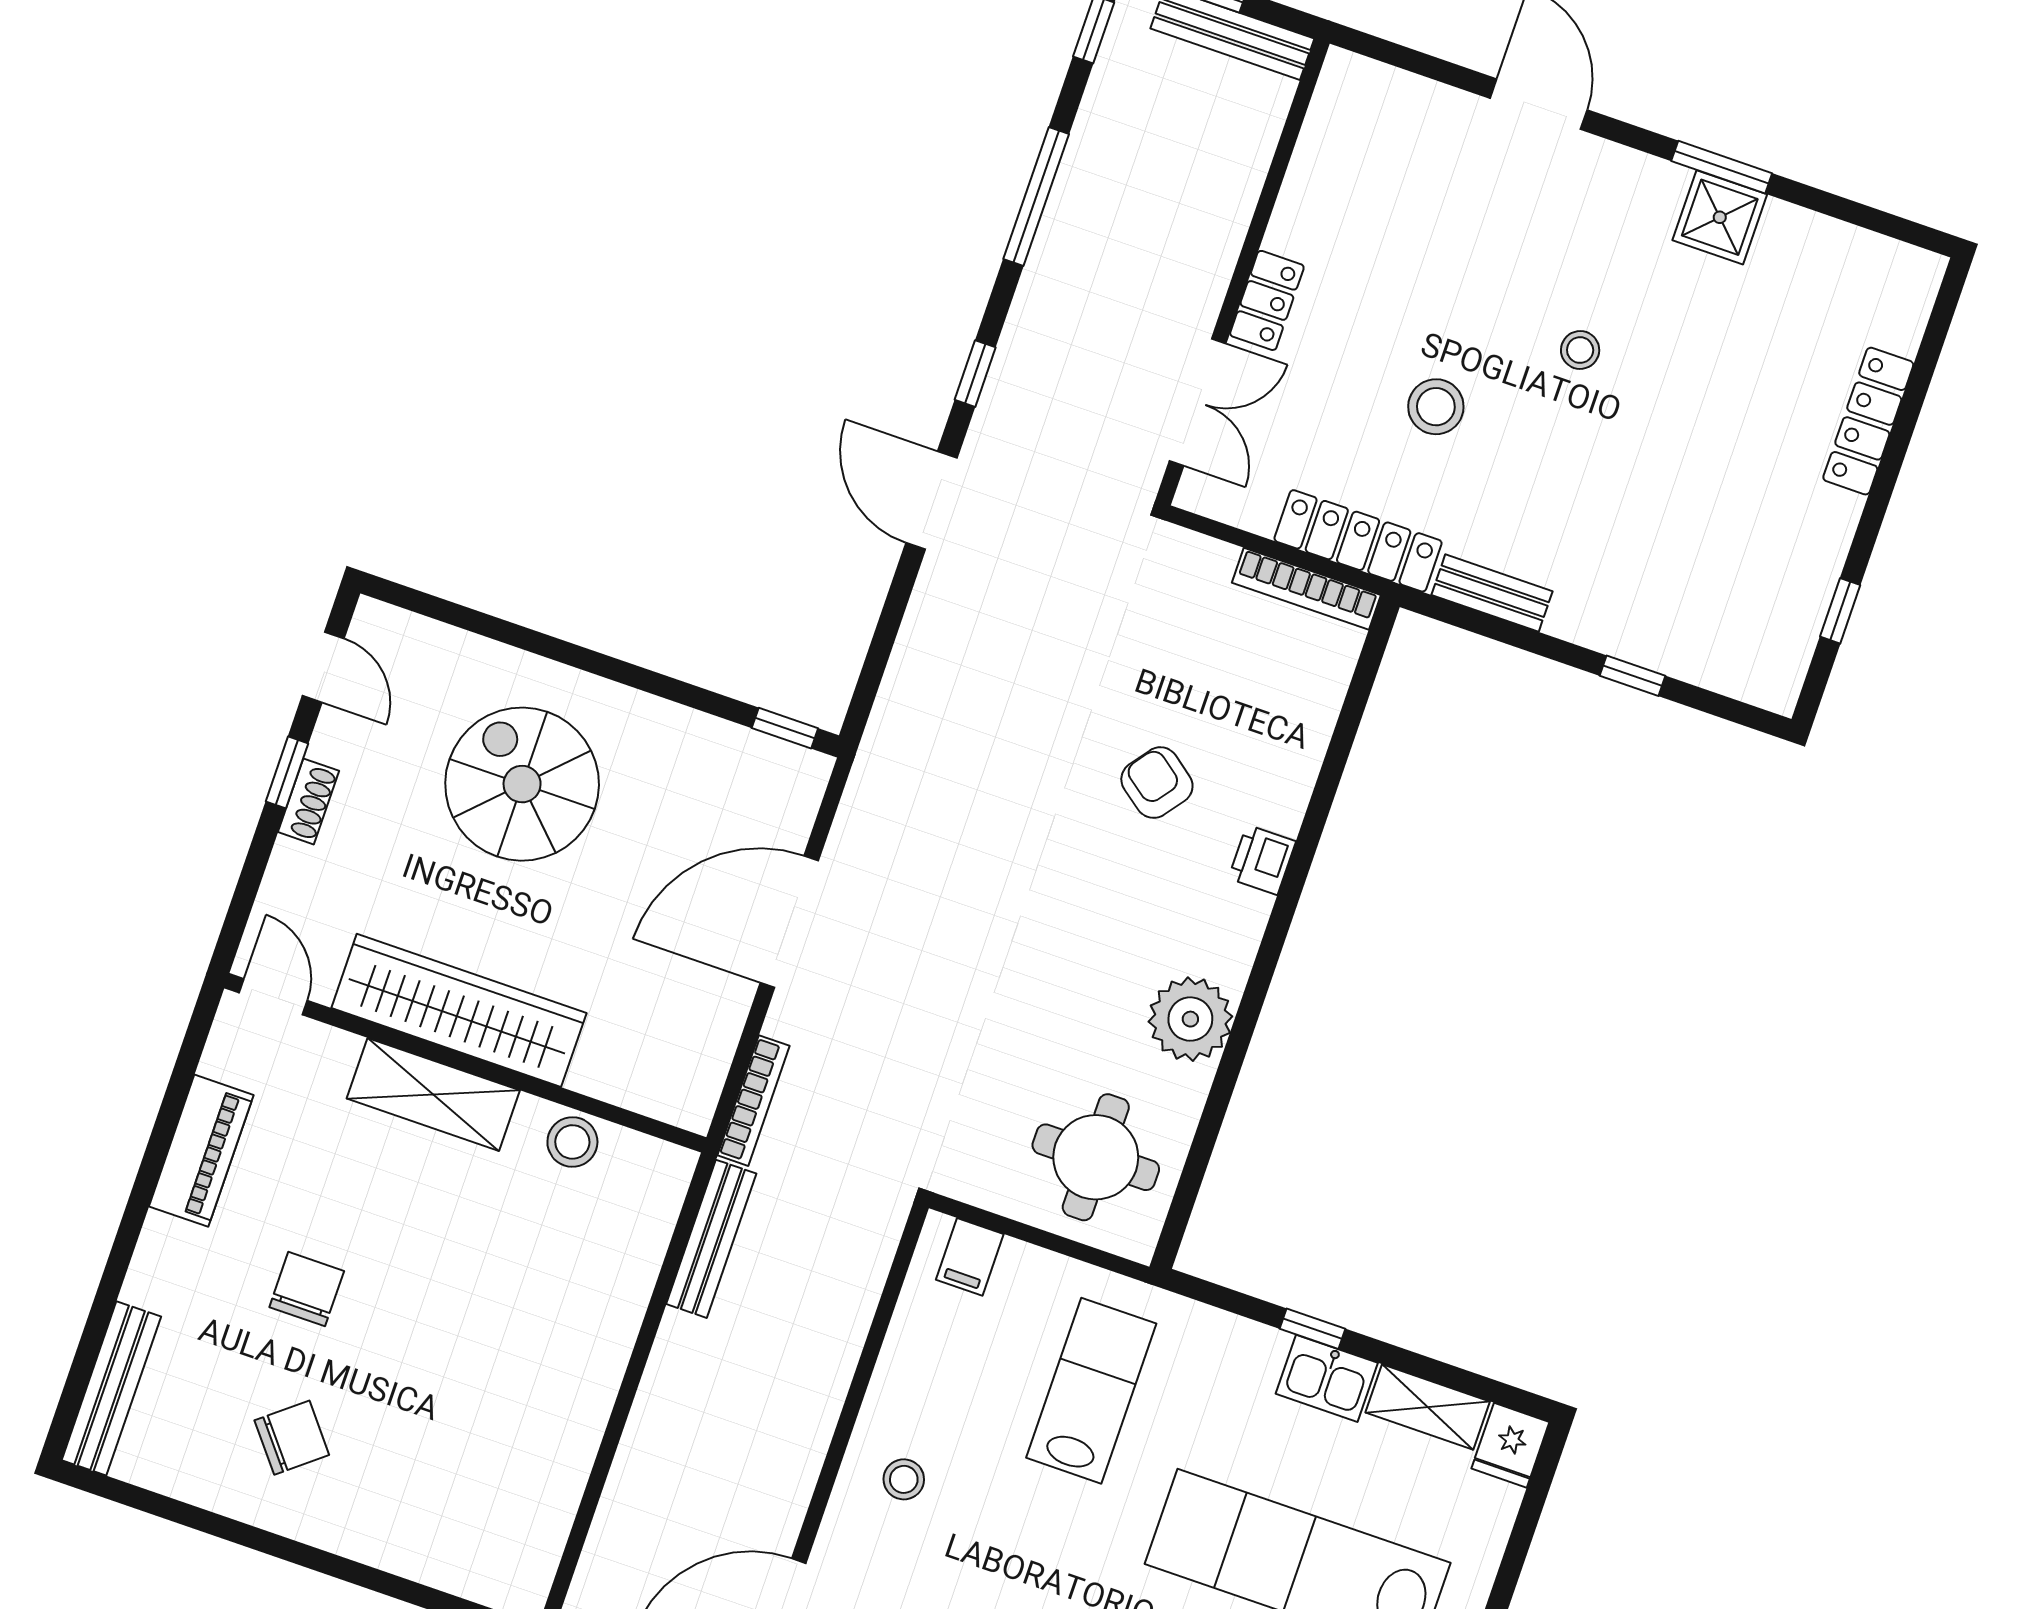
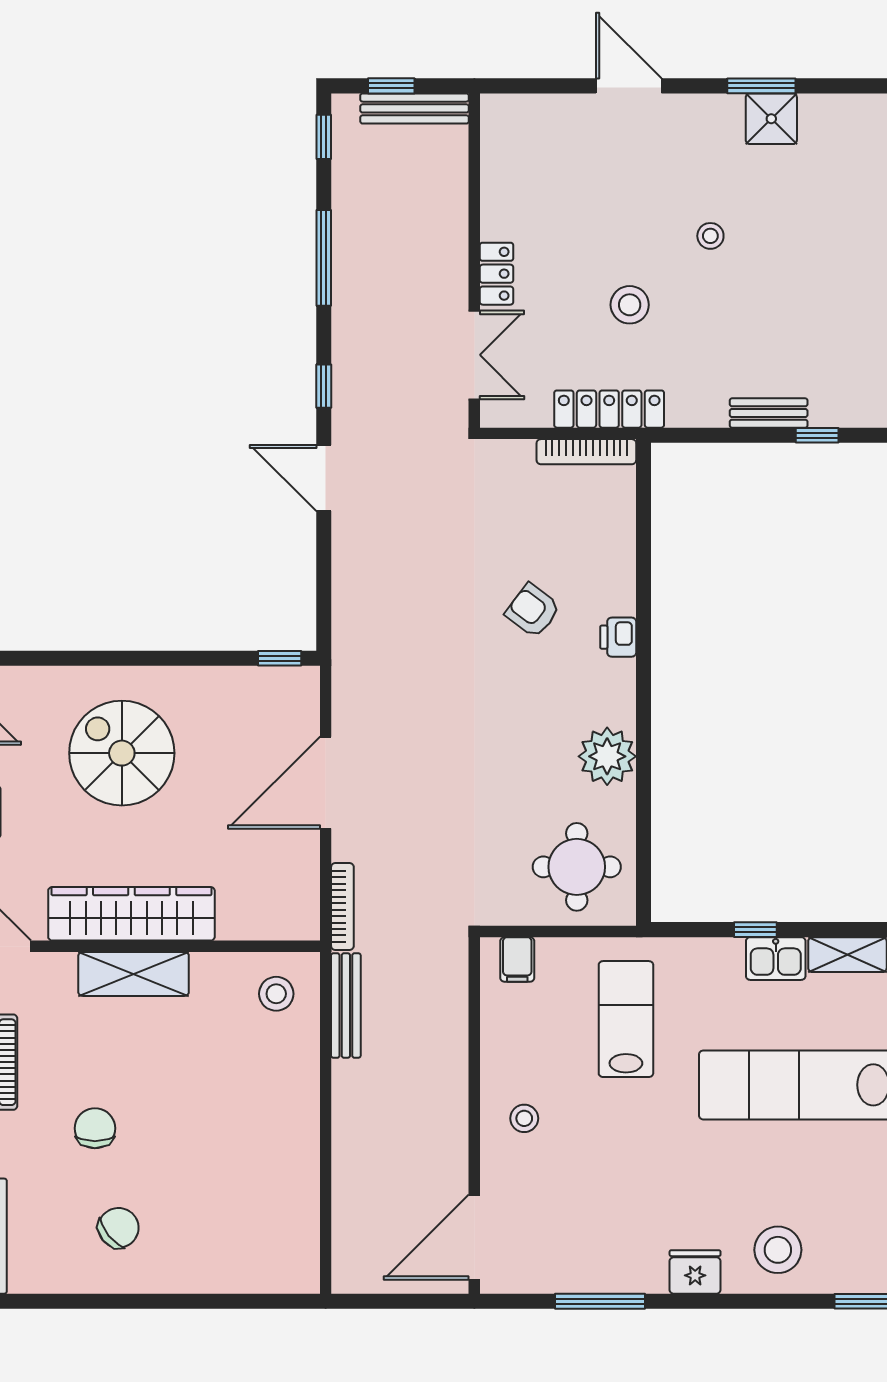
bench: (1492, 593) -> (769, 413), moved
stool: (572, 1142) -> (276, 994), moved

